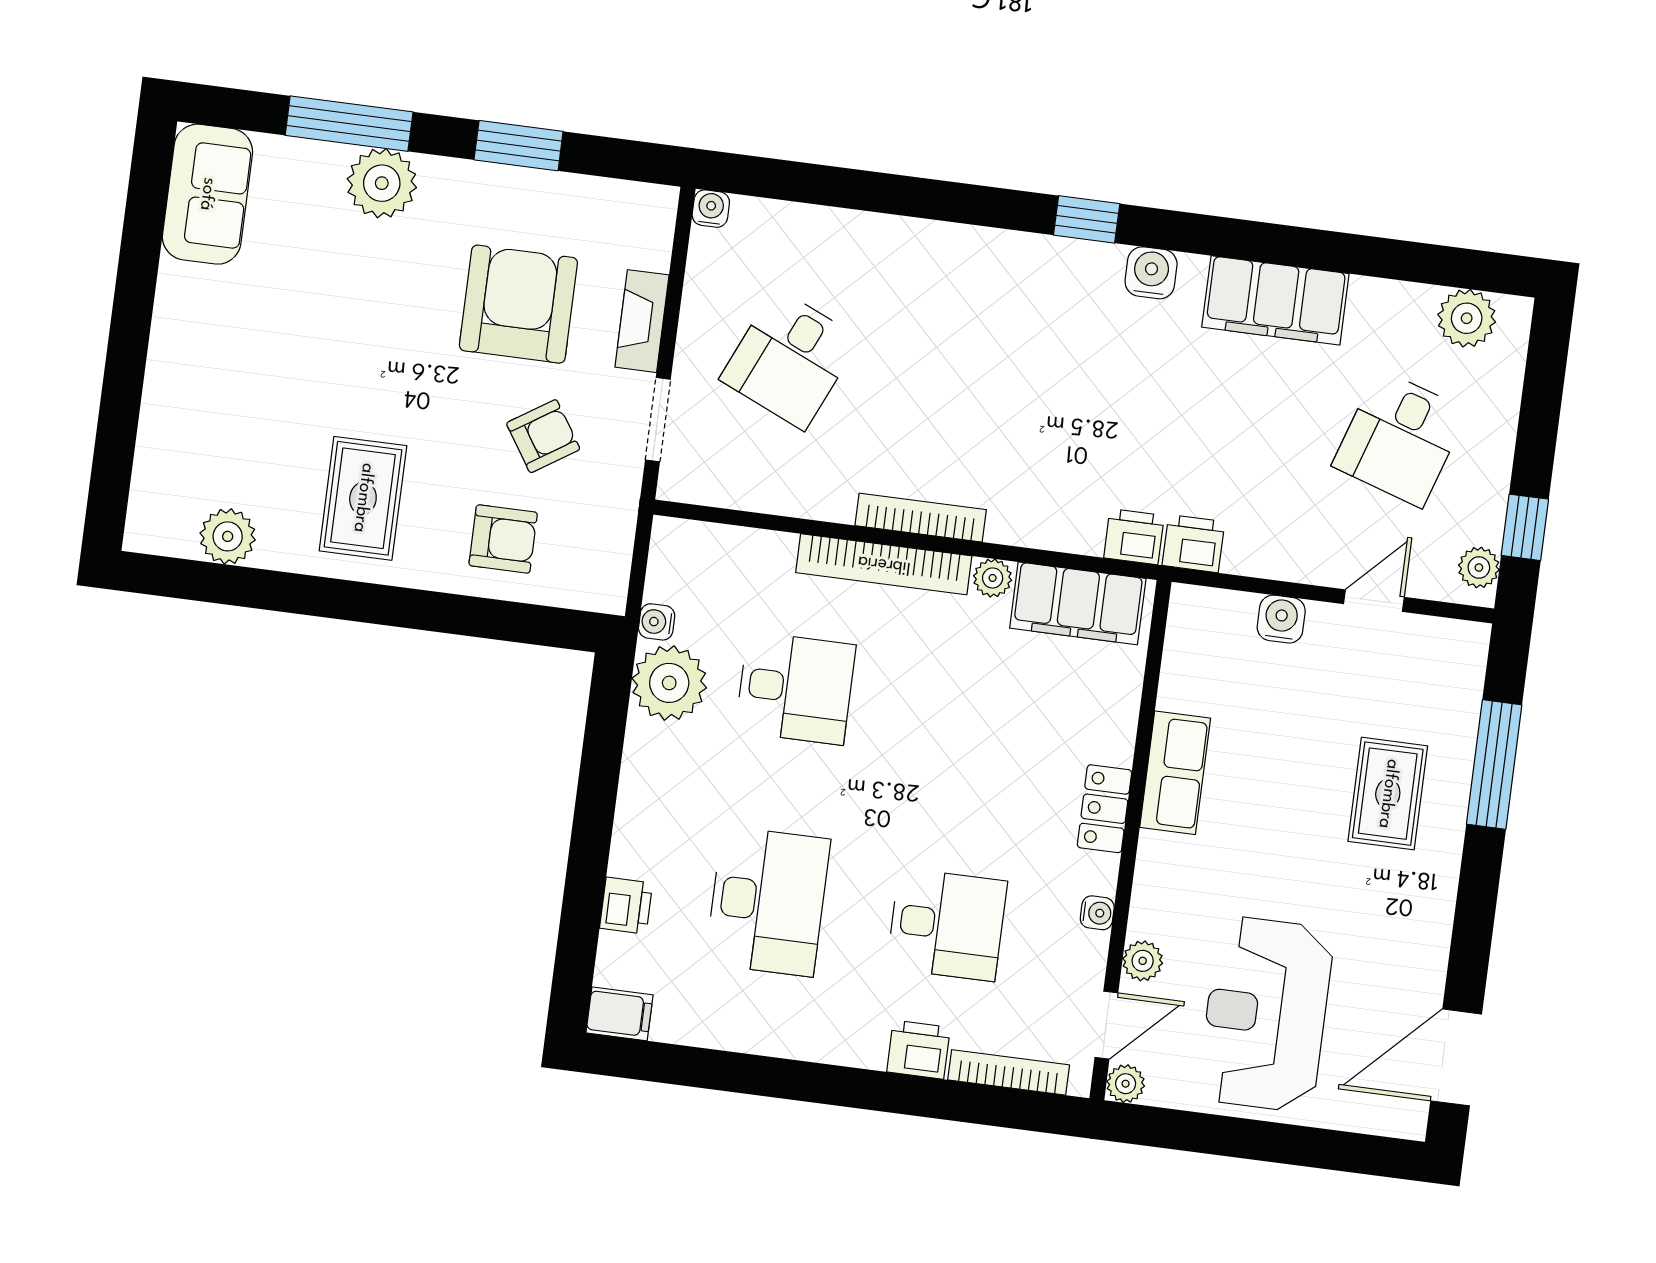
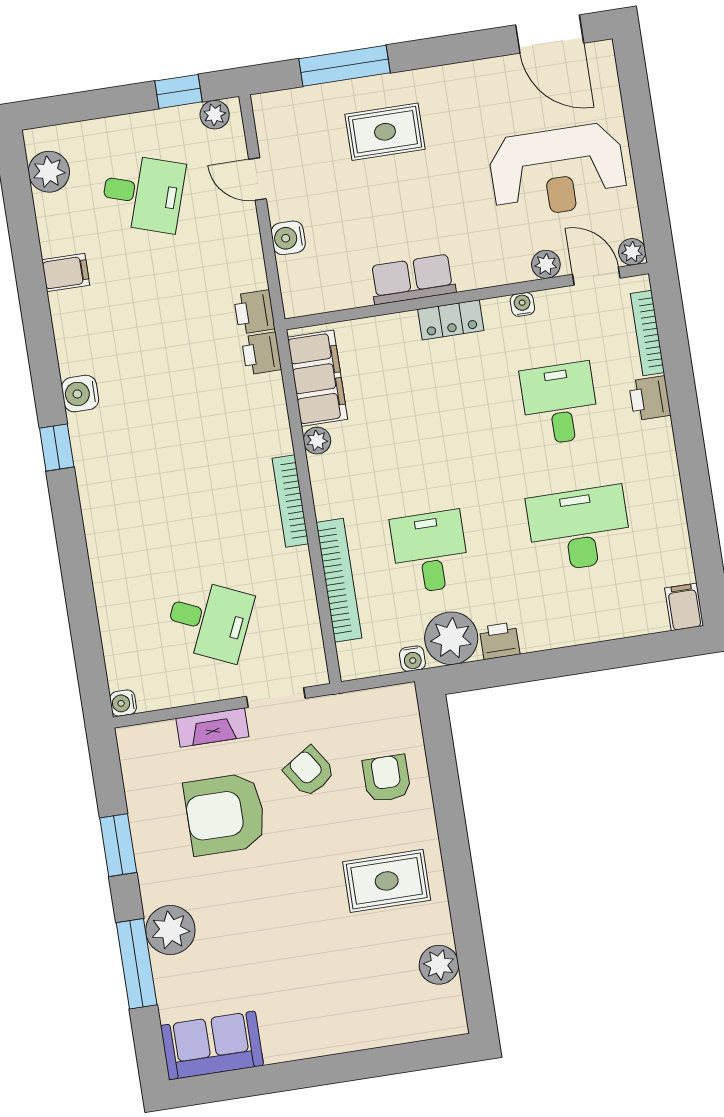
filing cabinet: (1275, 300) -> (66, 272), width x0.33, depth x0.86
bookcase: (884, 564) -> (339, 580), moved
printer: (626, 906) -> (500, 641), moved

